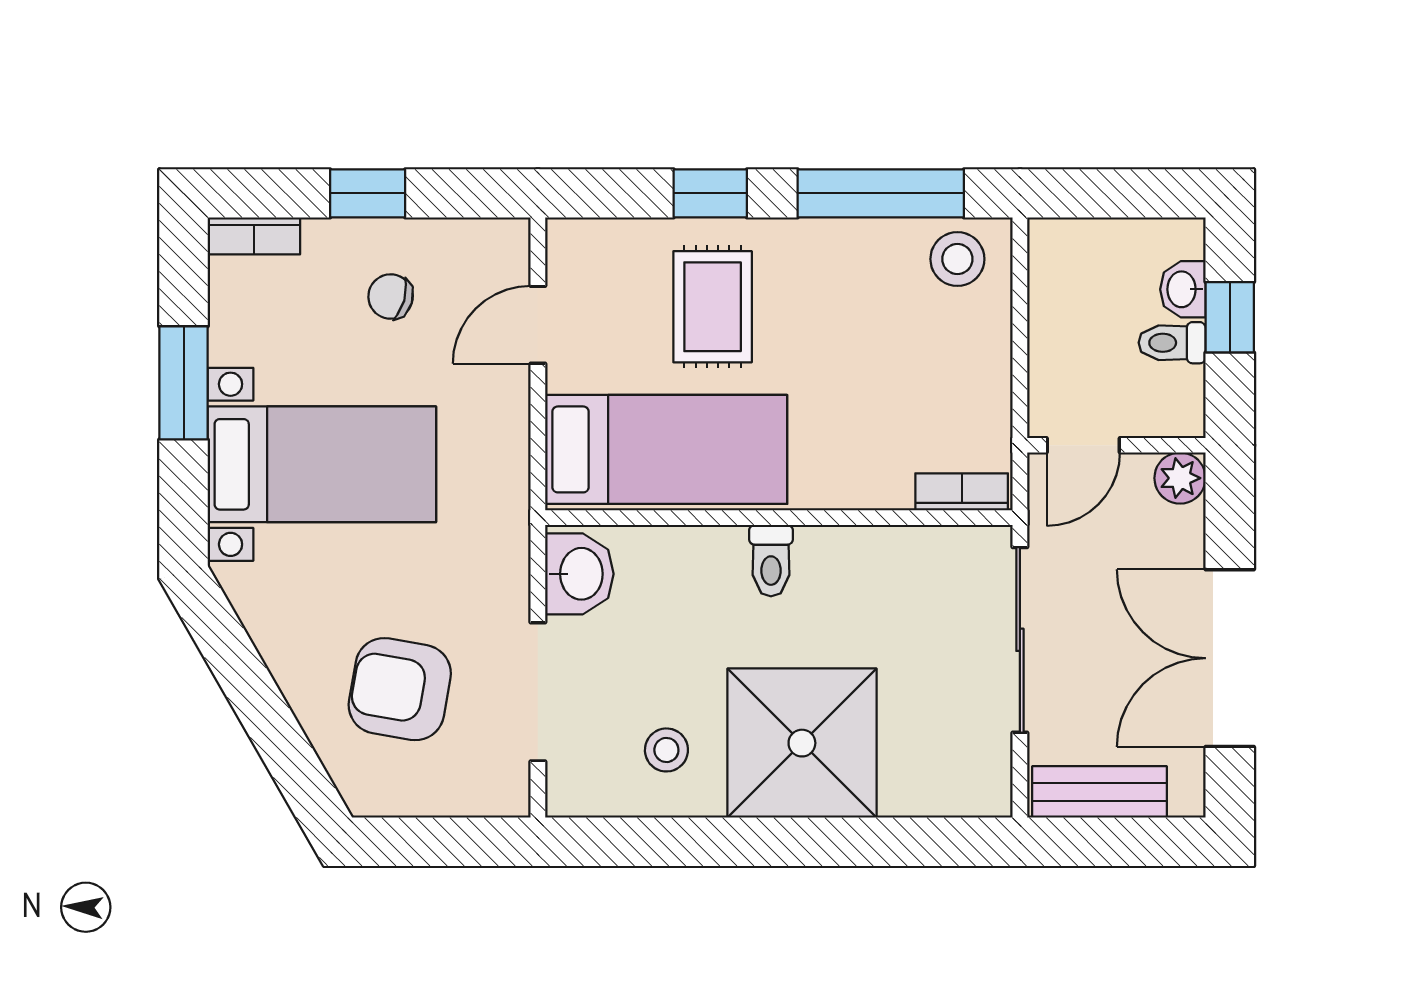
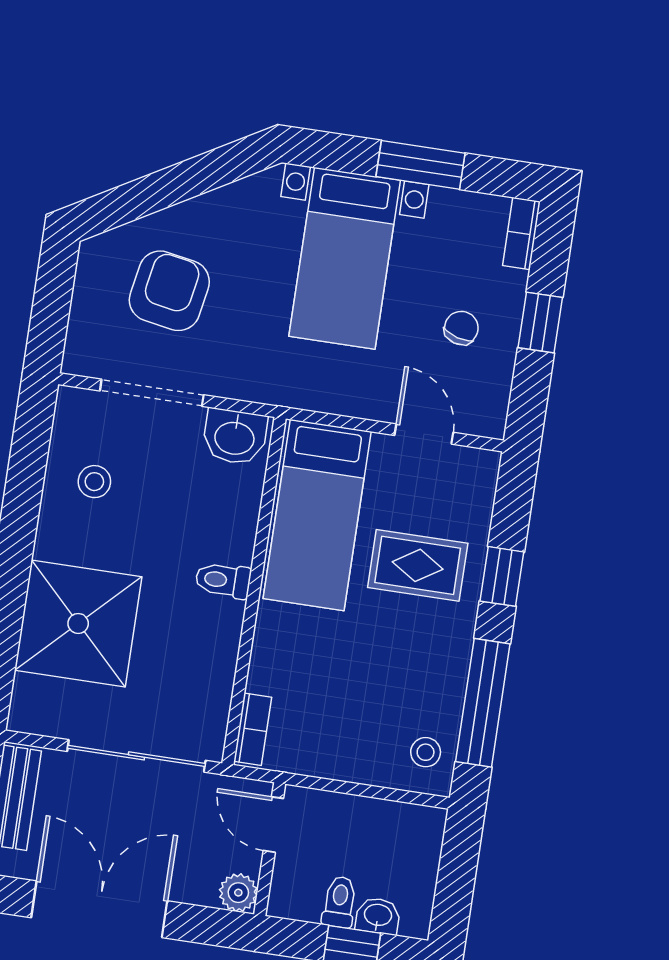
stool: (957, 259) -> (426, 752), width x0.73, depth x0.73
shower: (802, 743) -> (78, 623), moved

